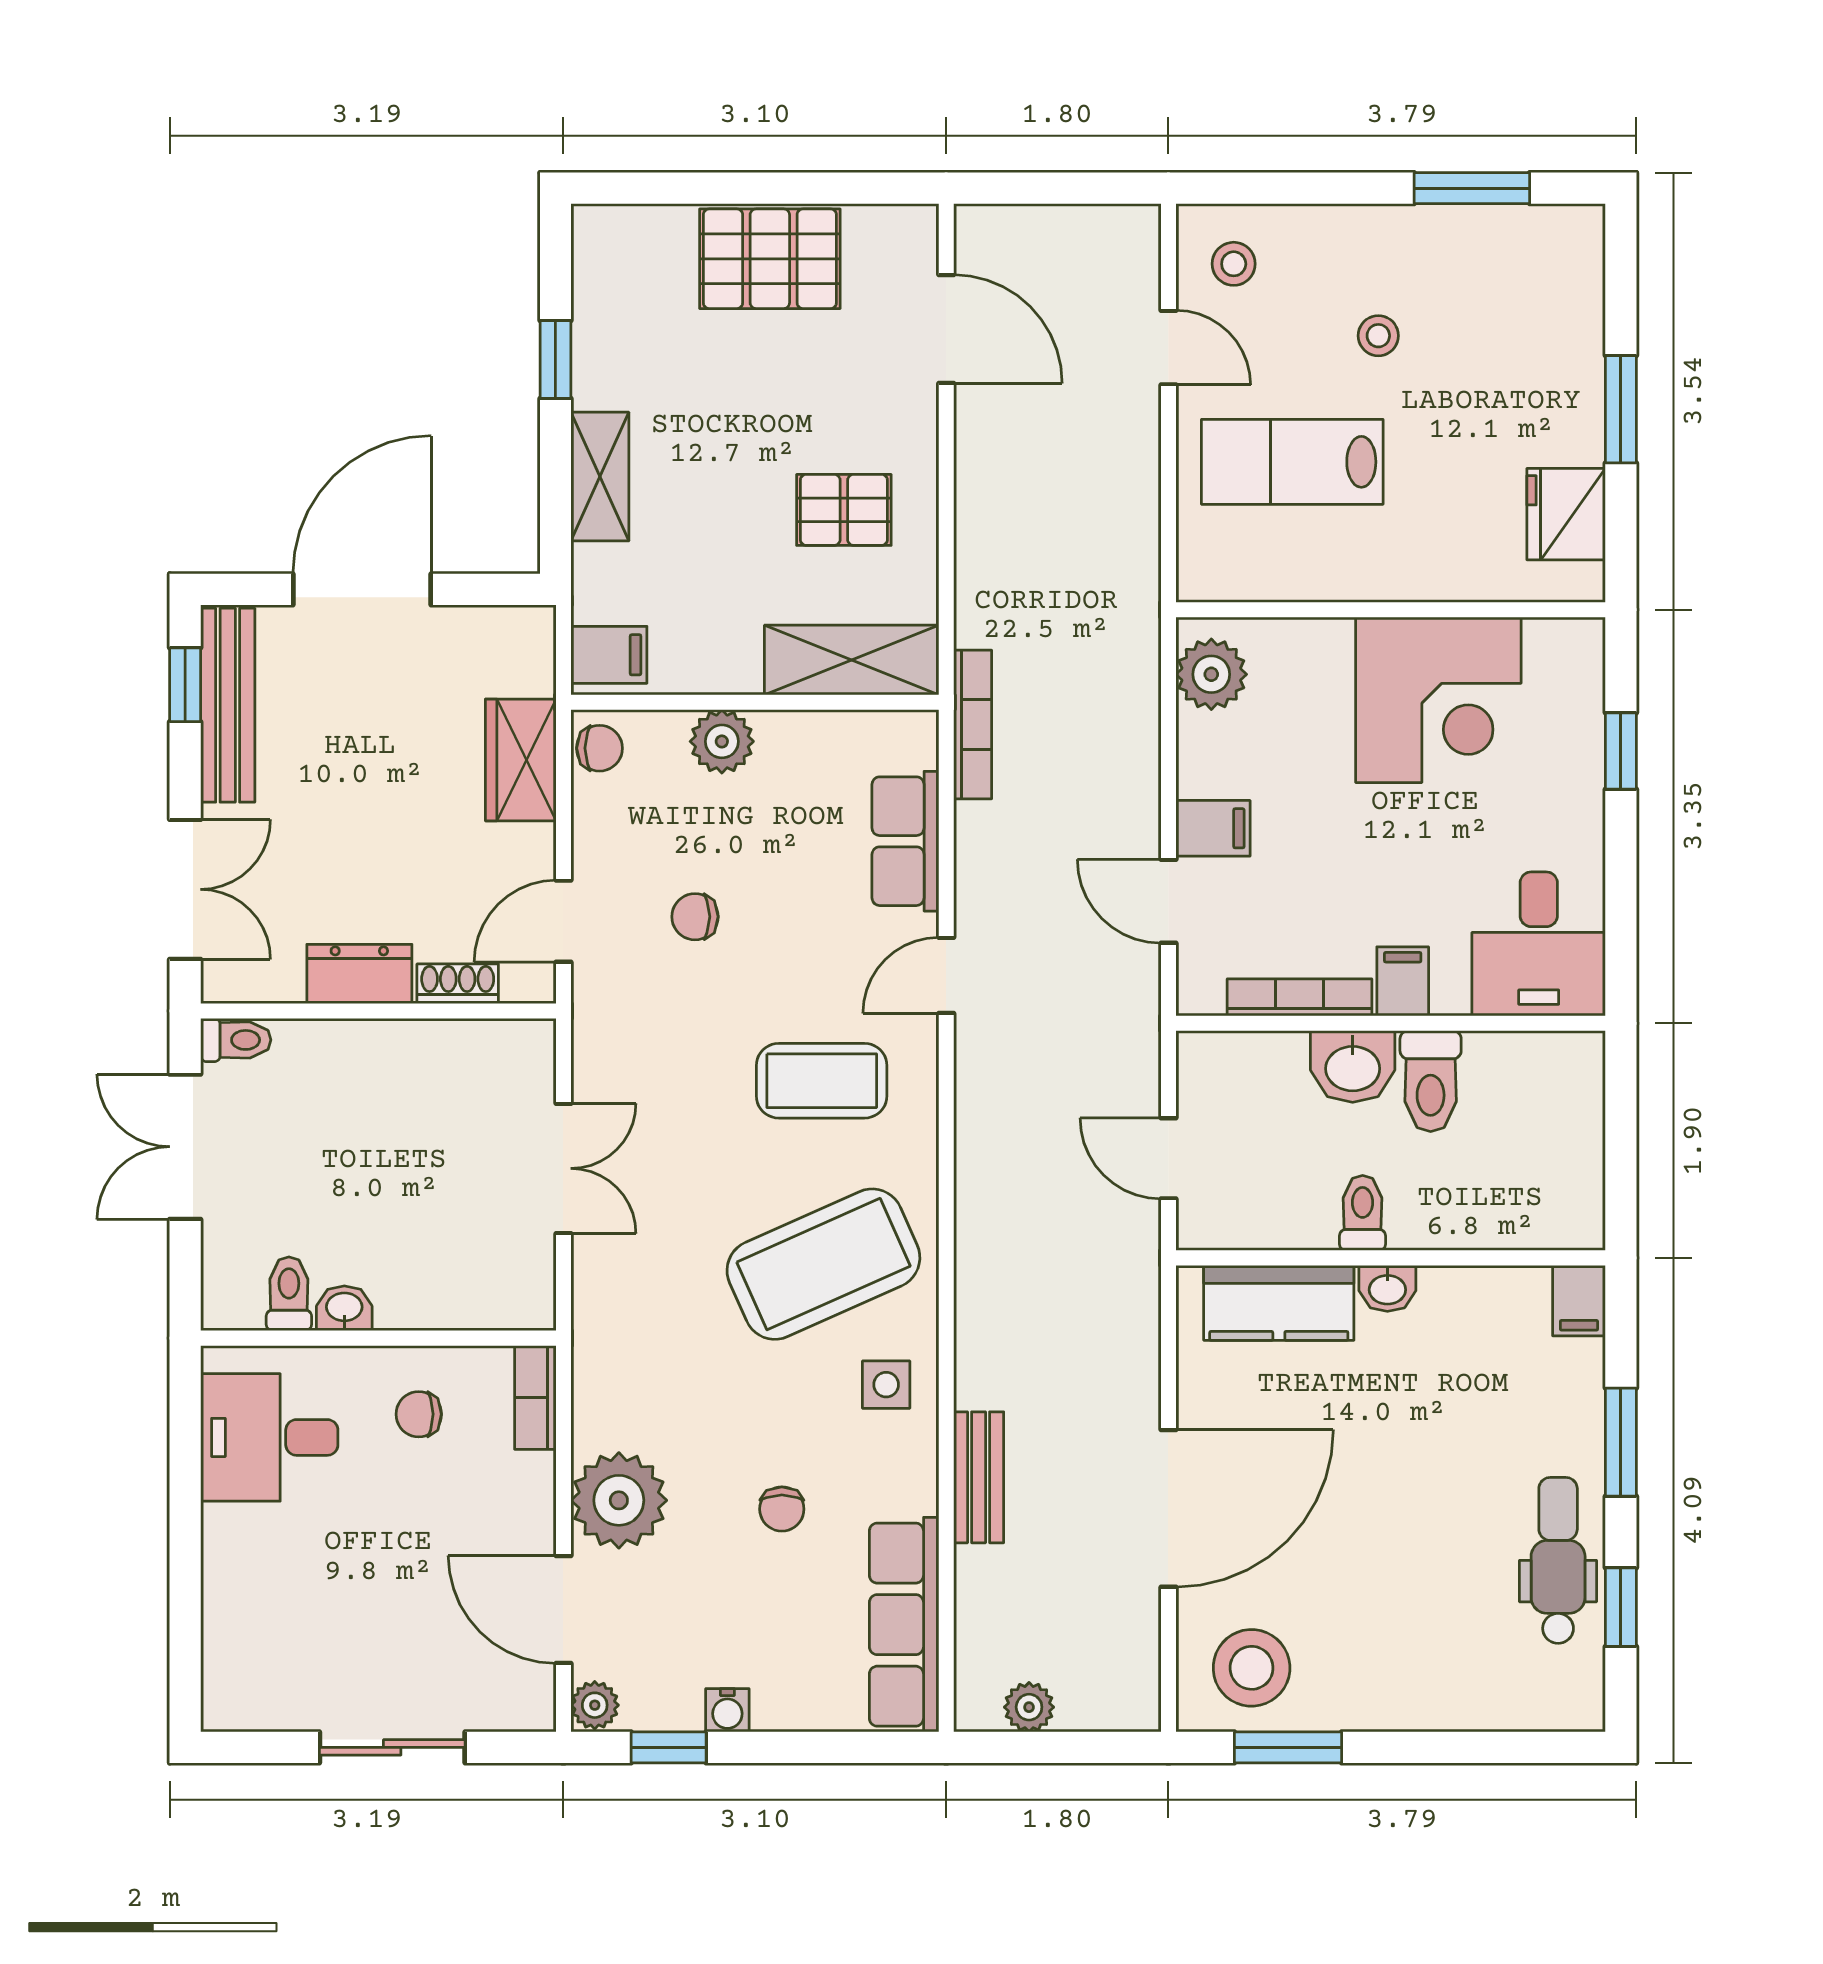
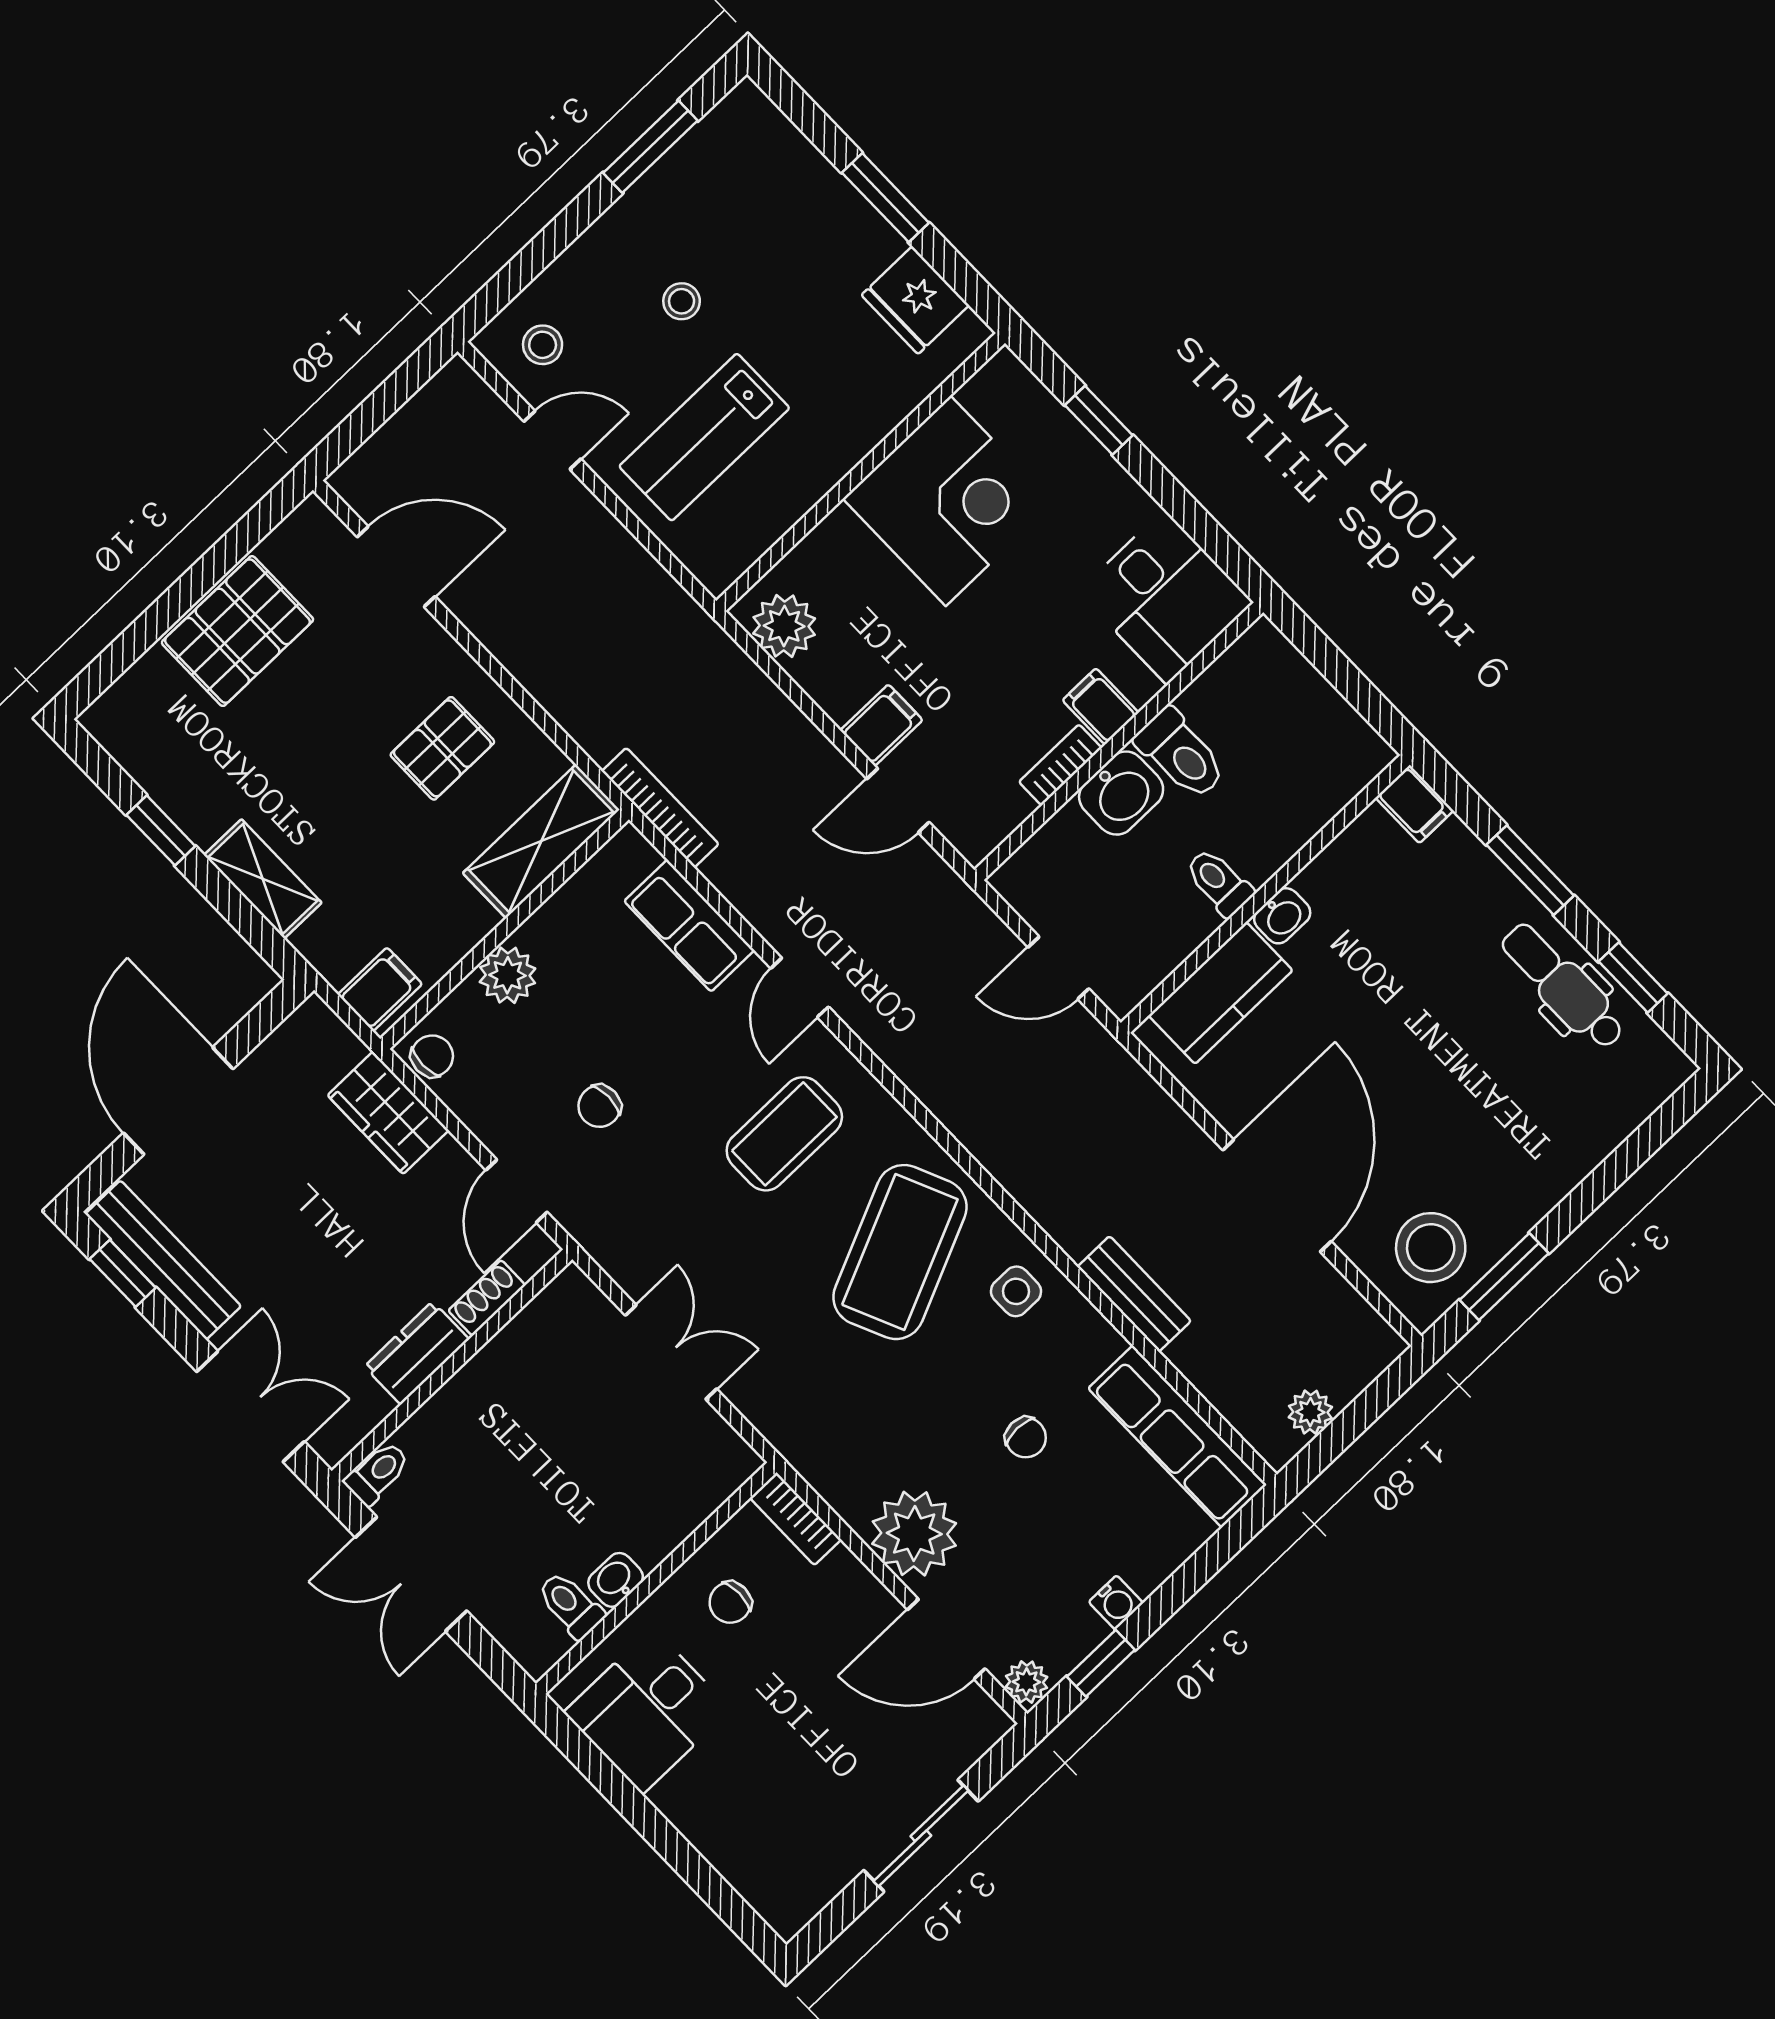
bookcase: (1300, 997) -> (1060, 765), width x0.64

